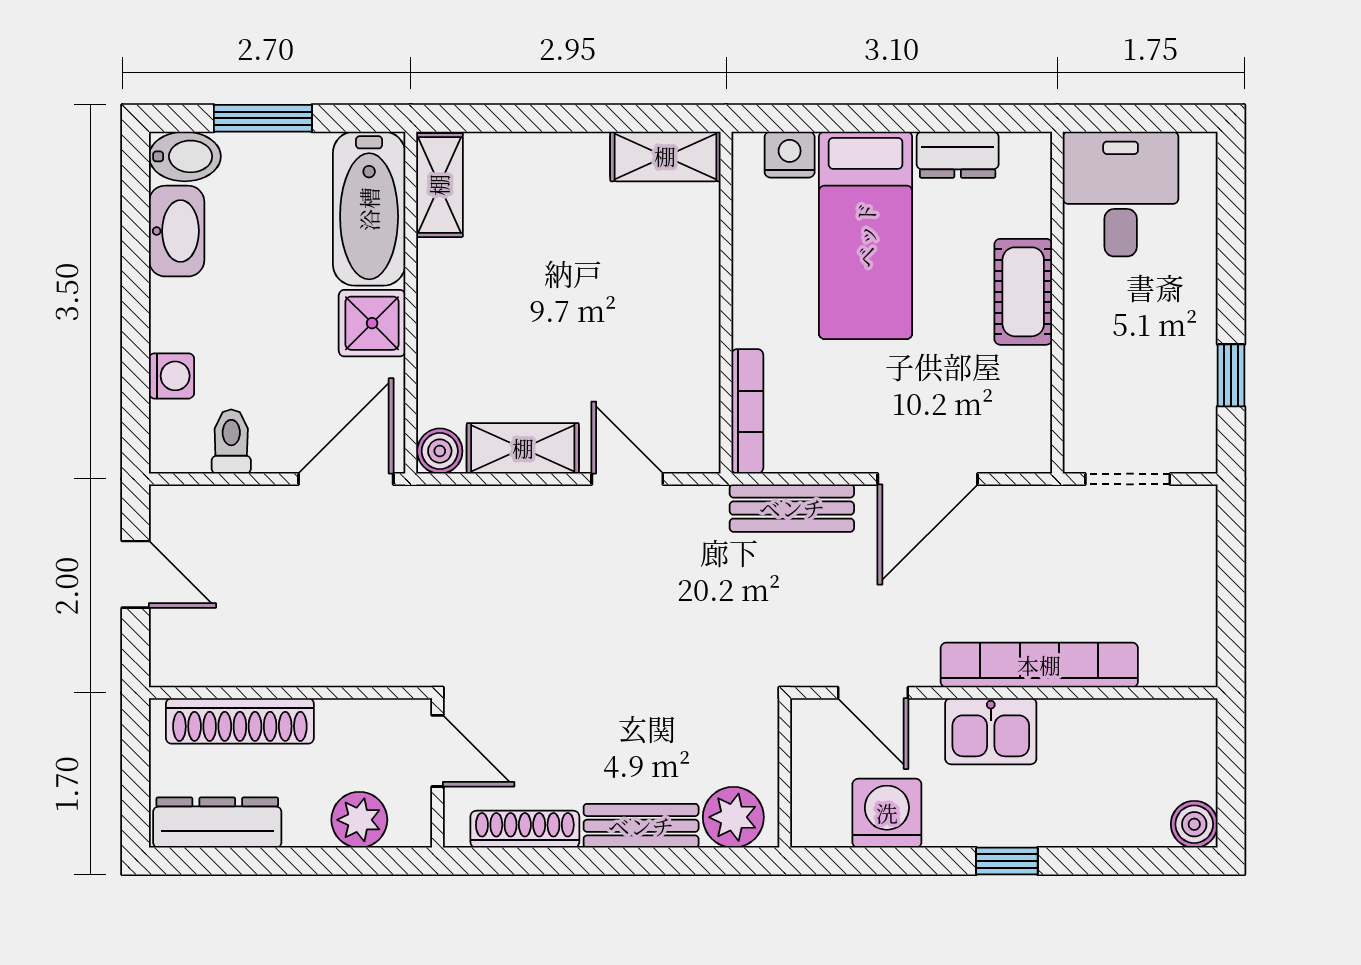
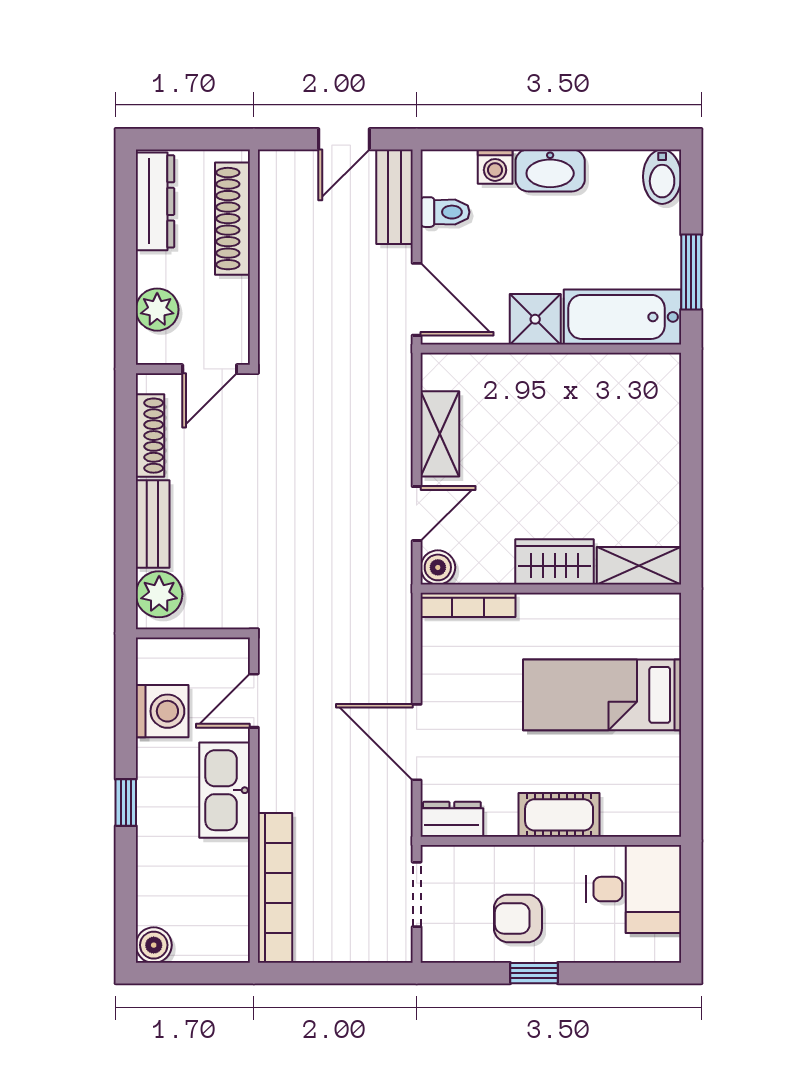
window: (263, 118) -> (691, 272), moved
nightstand: (790, 155) -> (664, 637), removed
dresser: (958, 155) -> (452, 819), moved, turned 90
shelving: (665, 156) -> (639, 566), moved, turned 90
shelving: (439, 185) -> (640, 371), removed
washbasin: (177, 231) -> (550, 170), moved
wardrobe: (691, 298) -> (555, 562), added
armchair: (1159, 346) -> (518, 918), added
window: (1231, 375) -> (534, 973), moved
boiler: (440, 451) -> (438, 567), moved
bench: (792, 508) -> (394, 197), moved
bookcase: (1039, 665) -> (275, 888), moved
kitchen sink: (991, 731) -> (225, 790), width x1.38

